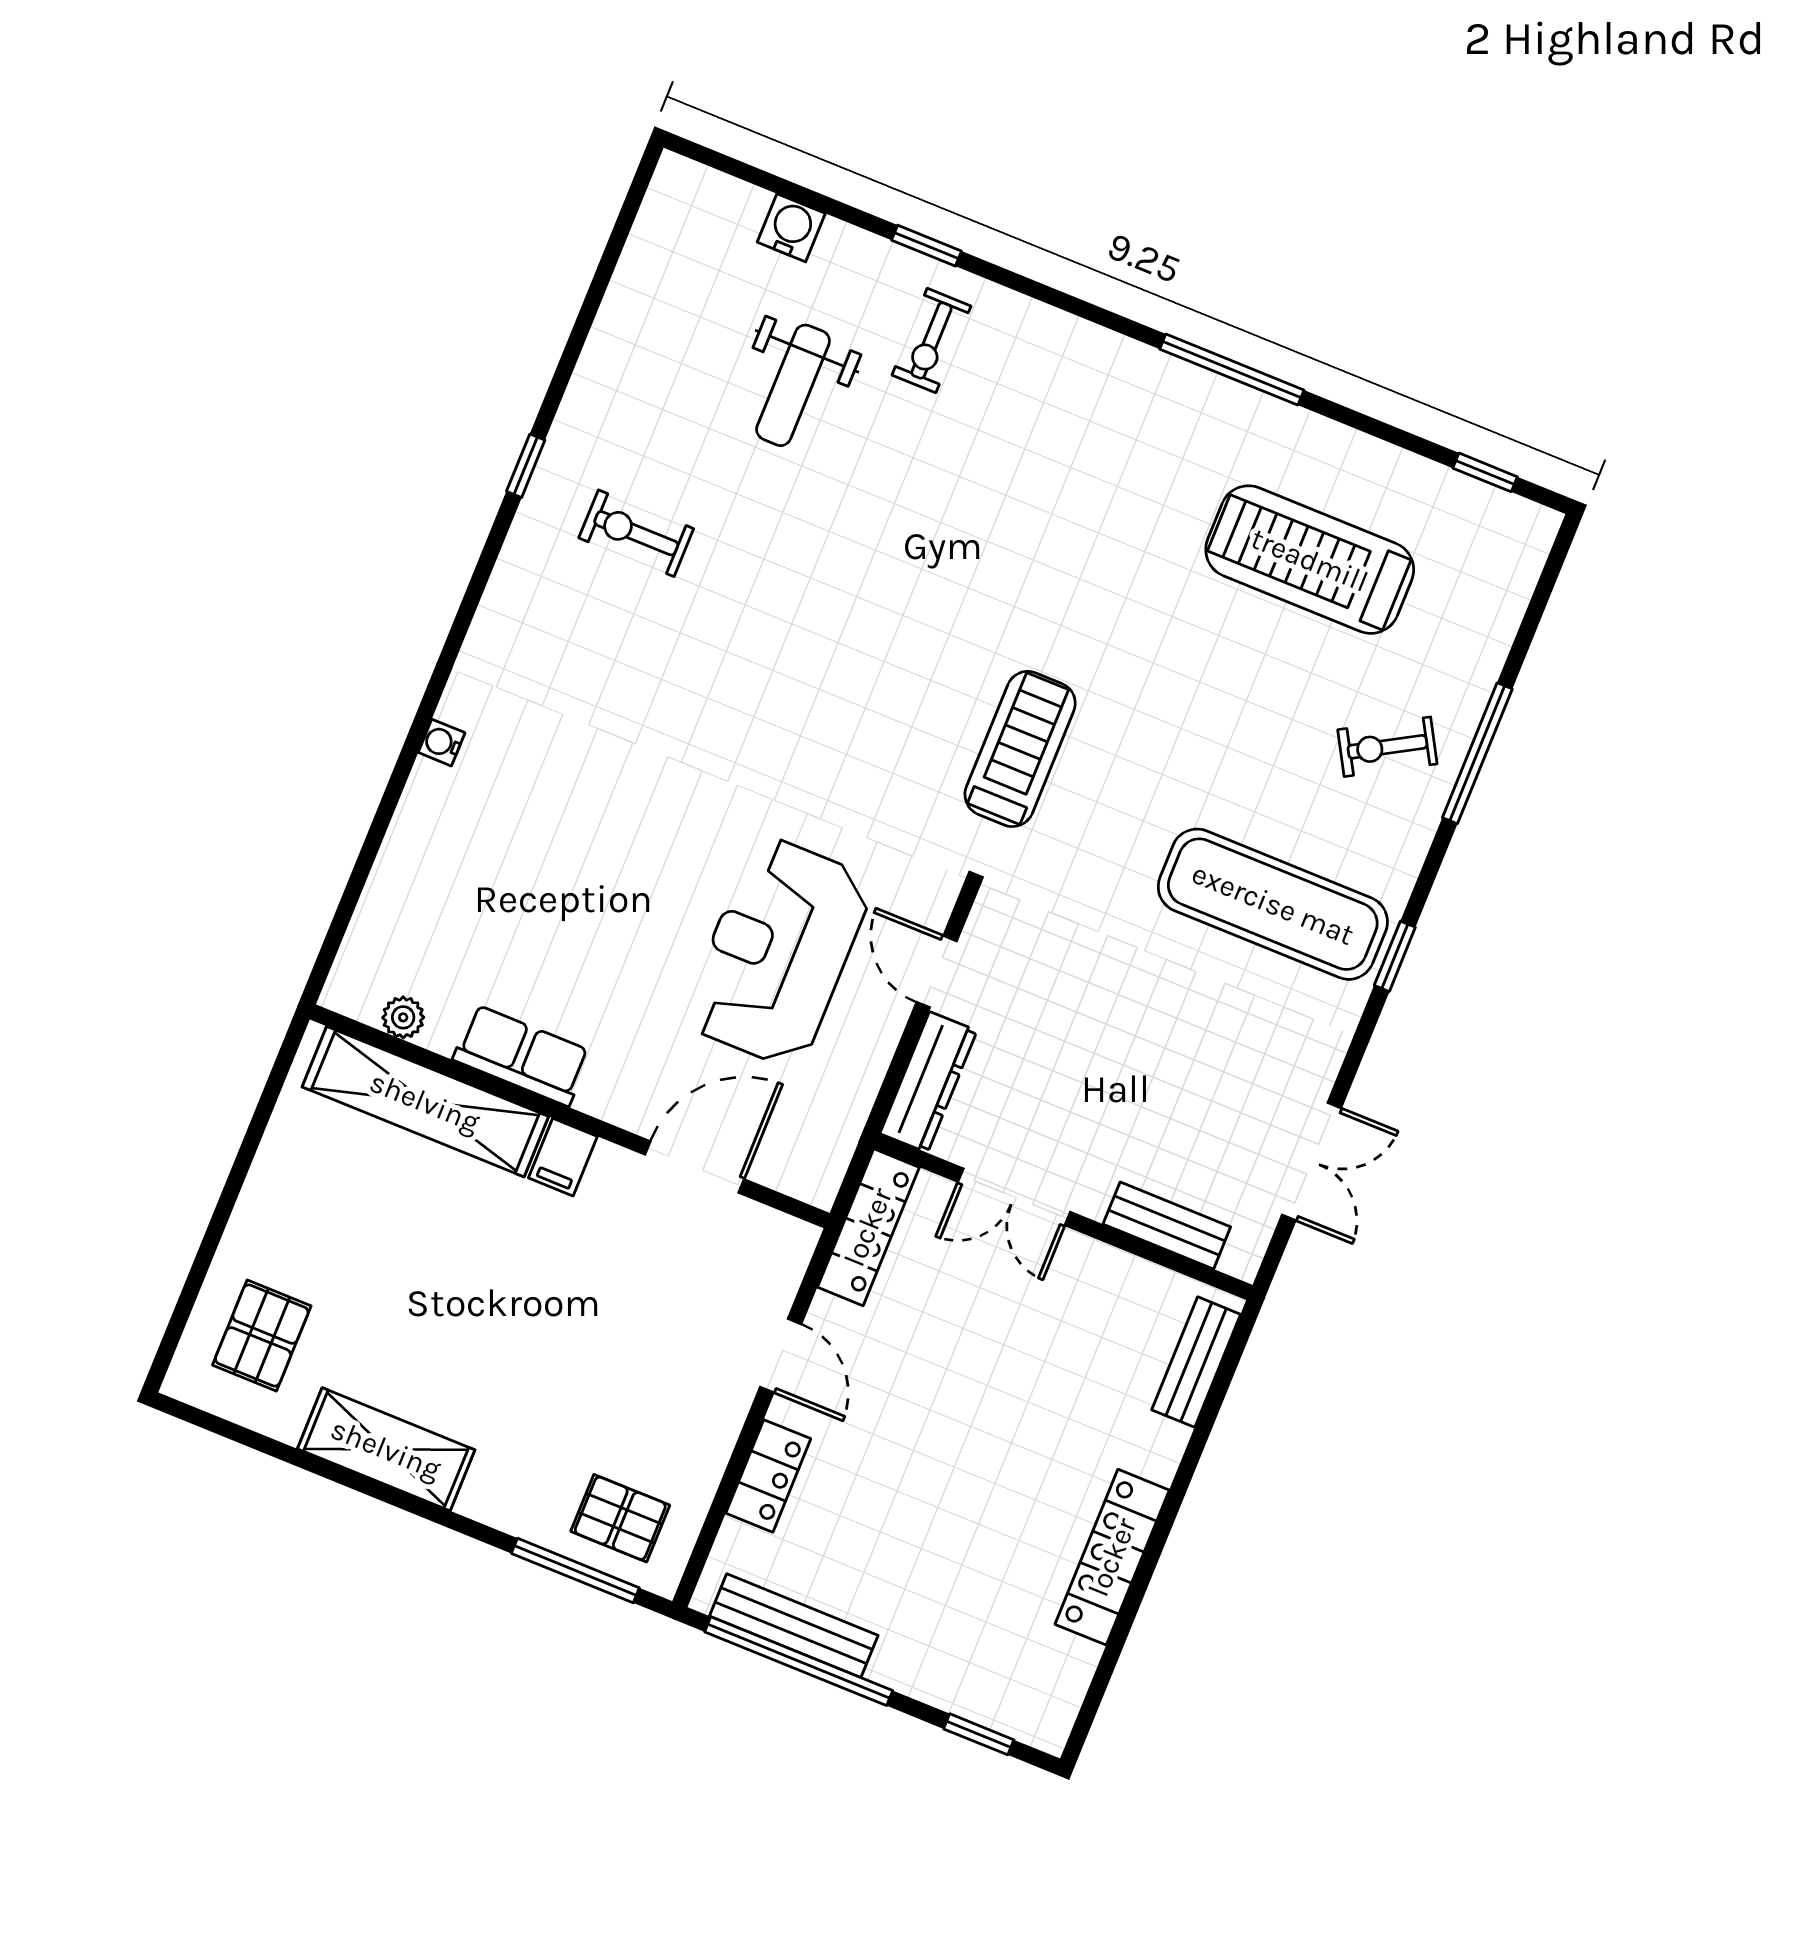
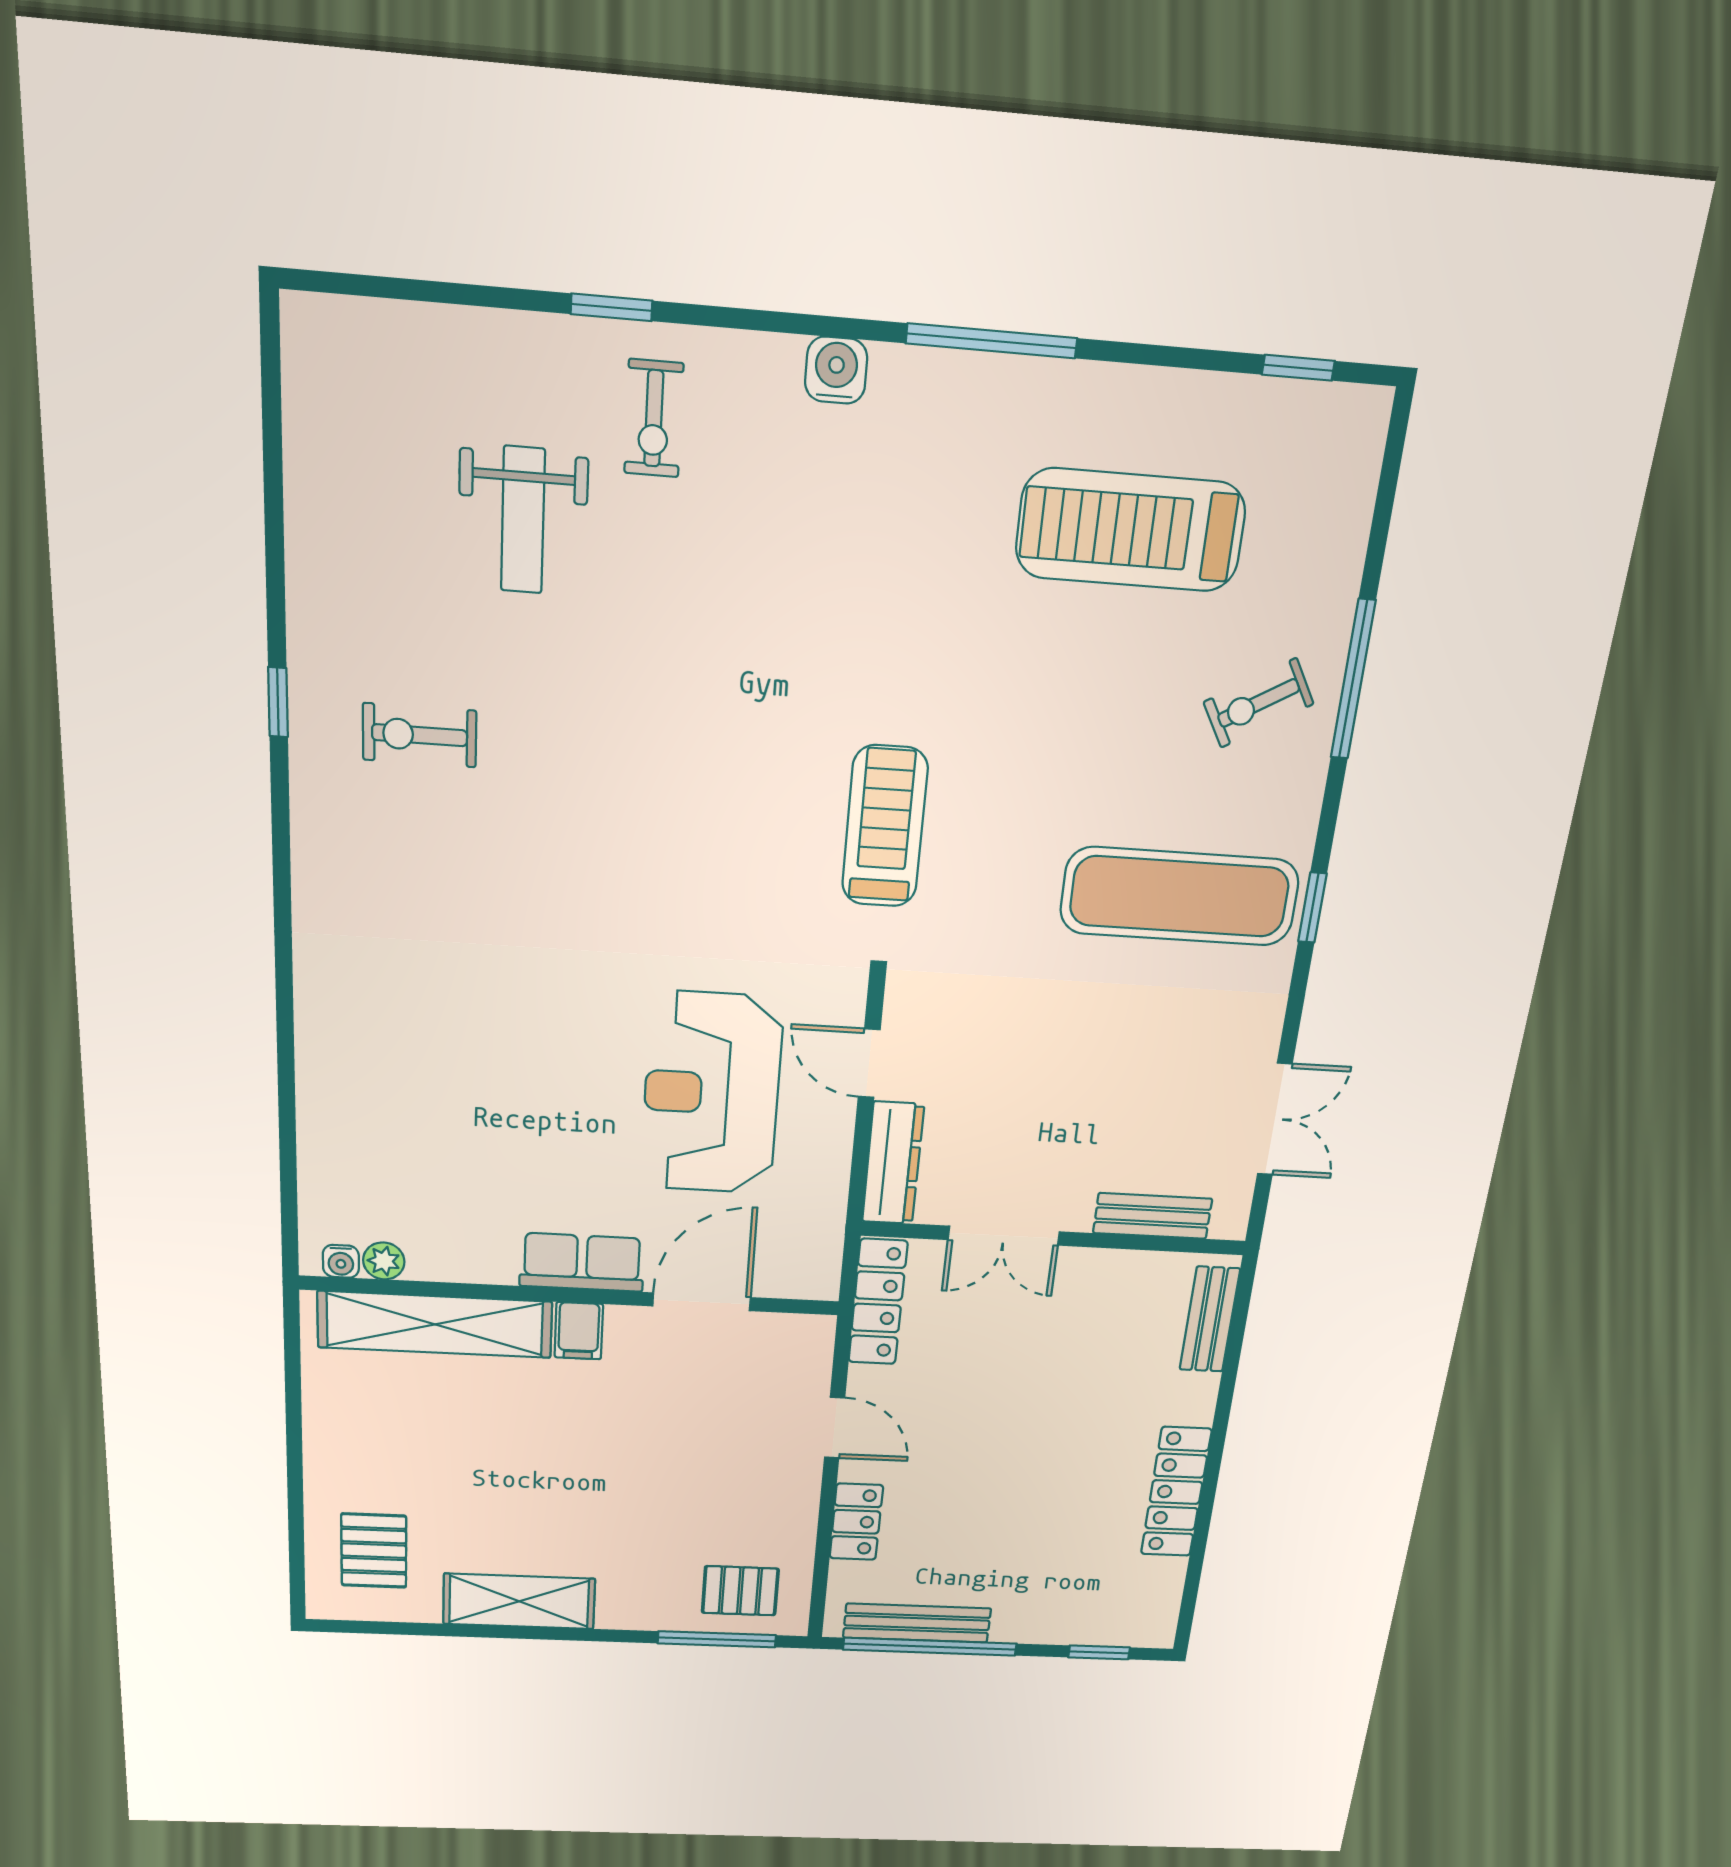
water cooler: (791, 228) -> (836, 370), moved
water cooler: (442, 743) -> (341, 1261), moved, turned -90
row of seats: (522, 1055) -> (582, 1262), moved

